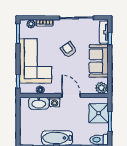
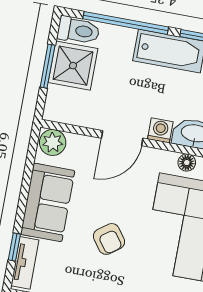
door: (71, 95) -> (122, 138), hinge flipped
shower: (99, 113) -> (73, 66), moved

